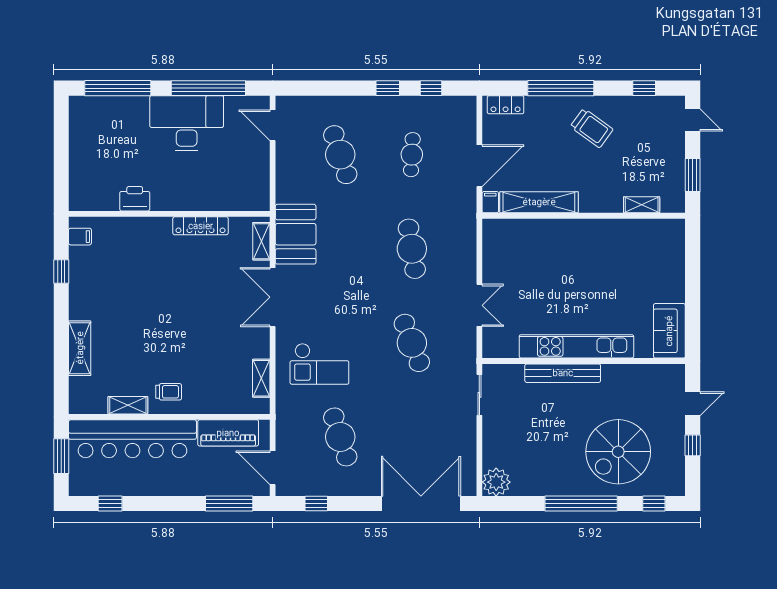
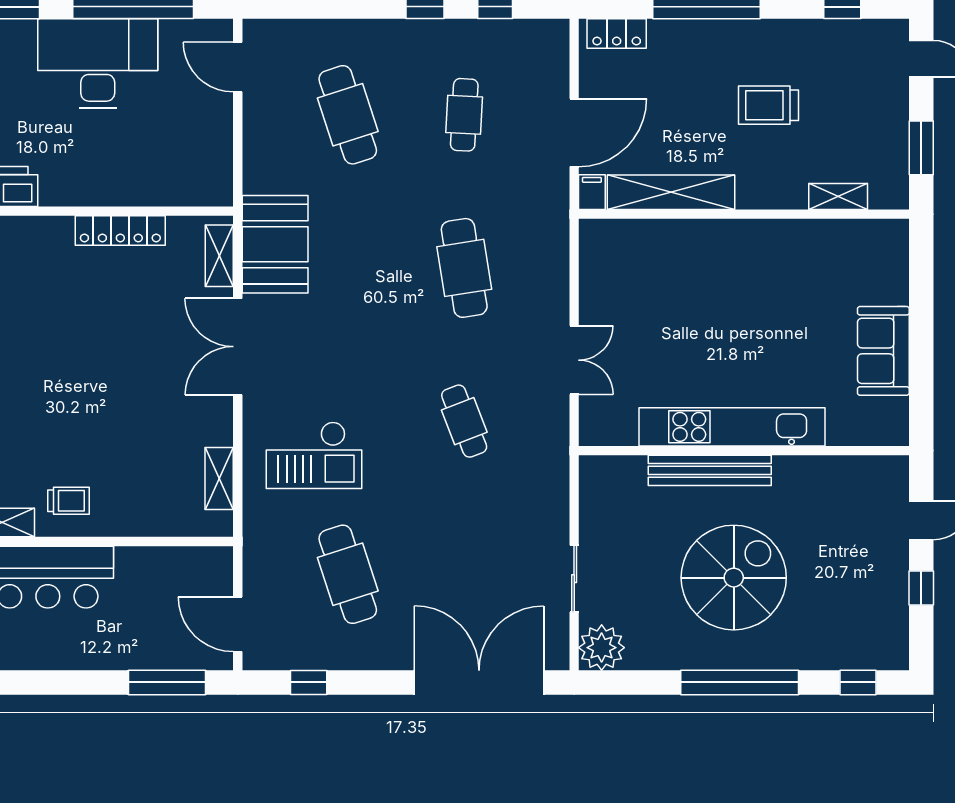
trolley: (592, 128) -> (768, 105), moved, turned 144
sofa: (669, 331) -> (883, 351), moved
cafe table: (412, 343) -> (464, 421), width x0.73, depth x0.74
sliding door: (479, 395) -> (574, 579), moved
piano: (228, 433) -> (165, 568), removed
spiral stairs: (618, 452) -> (734, 578), moved, turned 180

